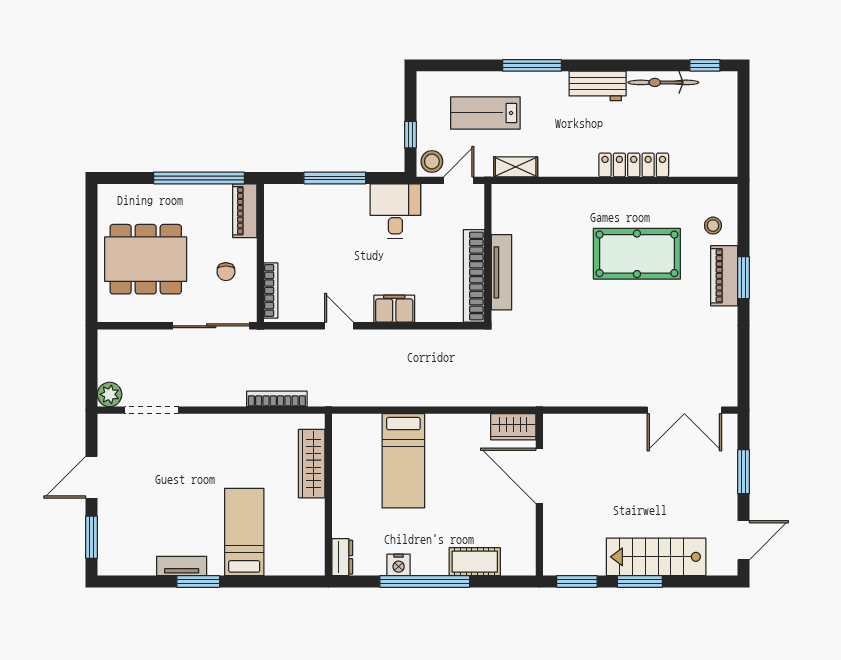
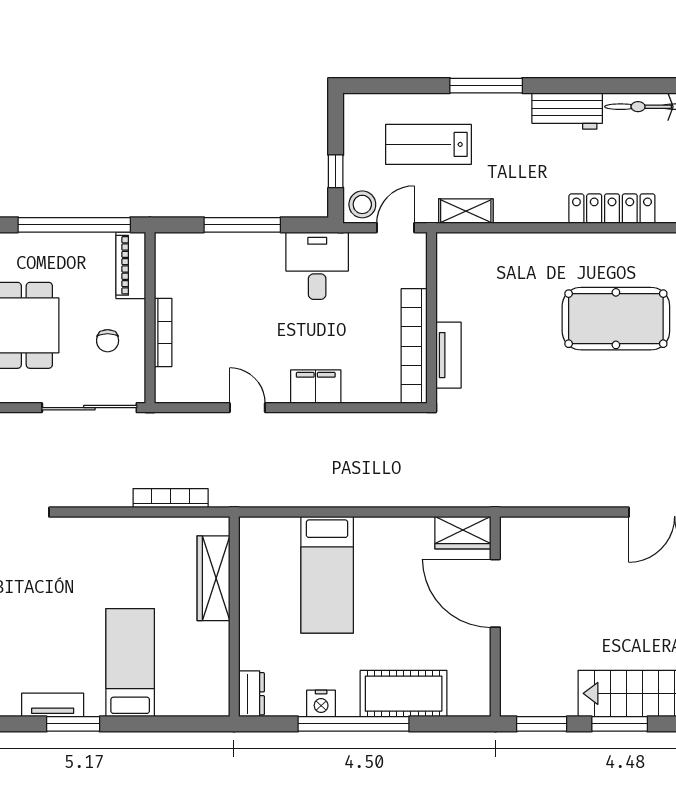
tv unit: (502, 272) -> (448, 355), width x0.71
bookcase: (271, 290) -> (163, 332), moved
cot: (475, 562) -> (404, 694), width x1.37, depth x1.34

